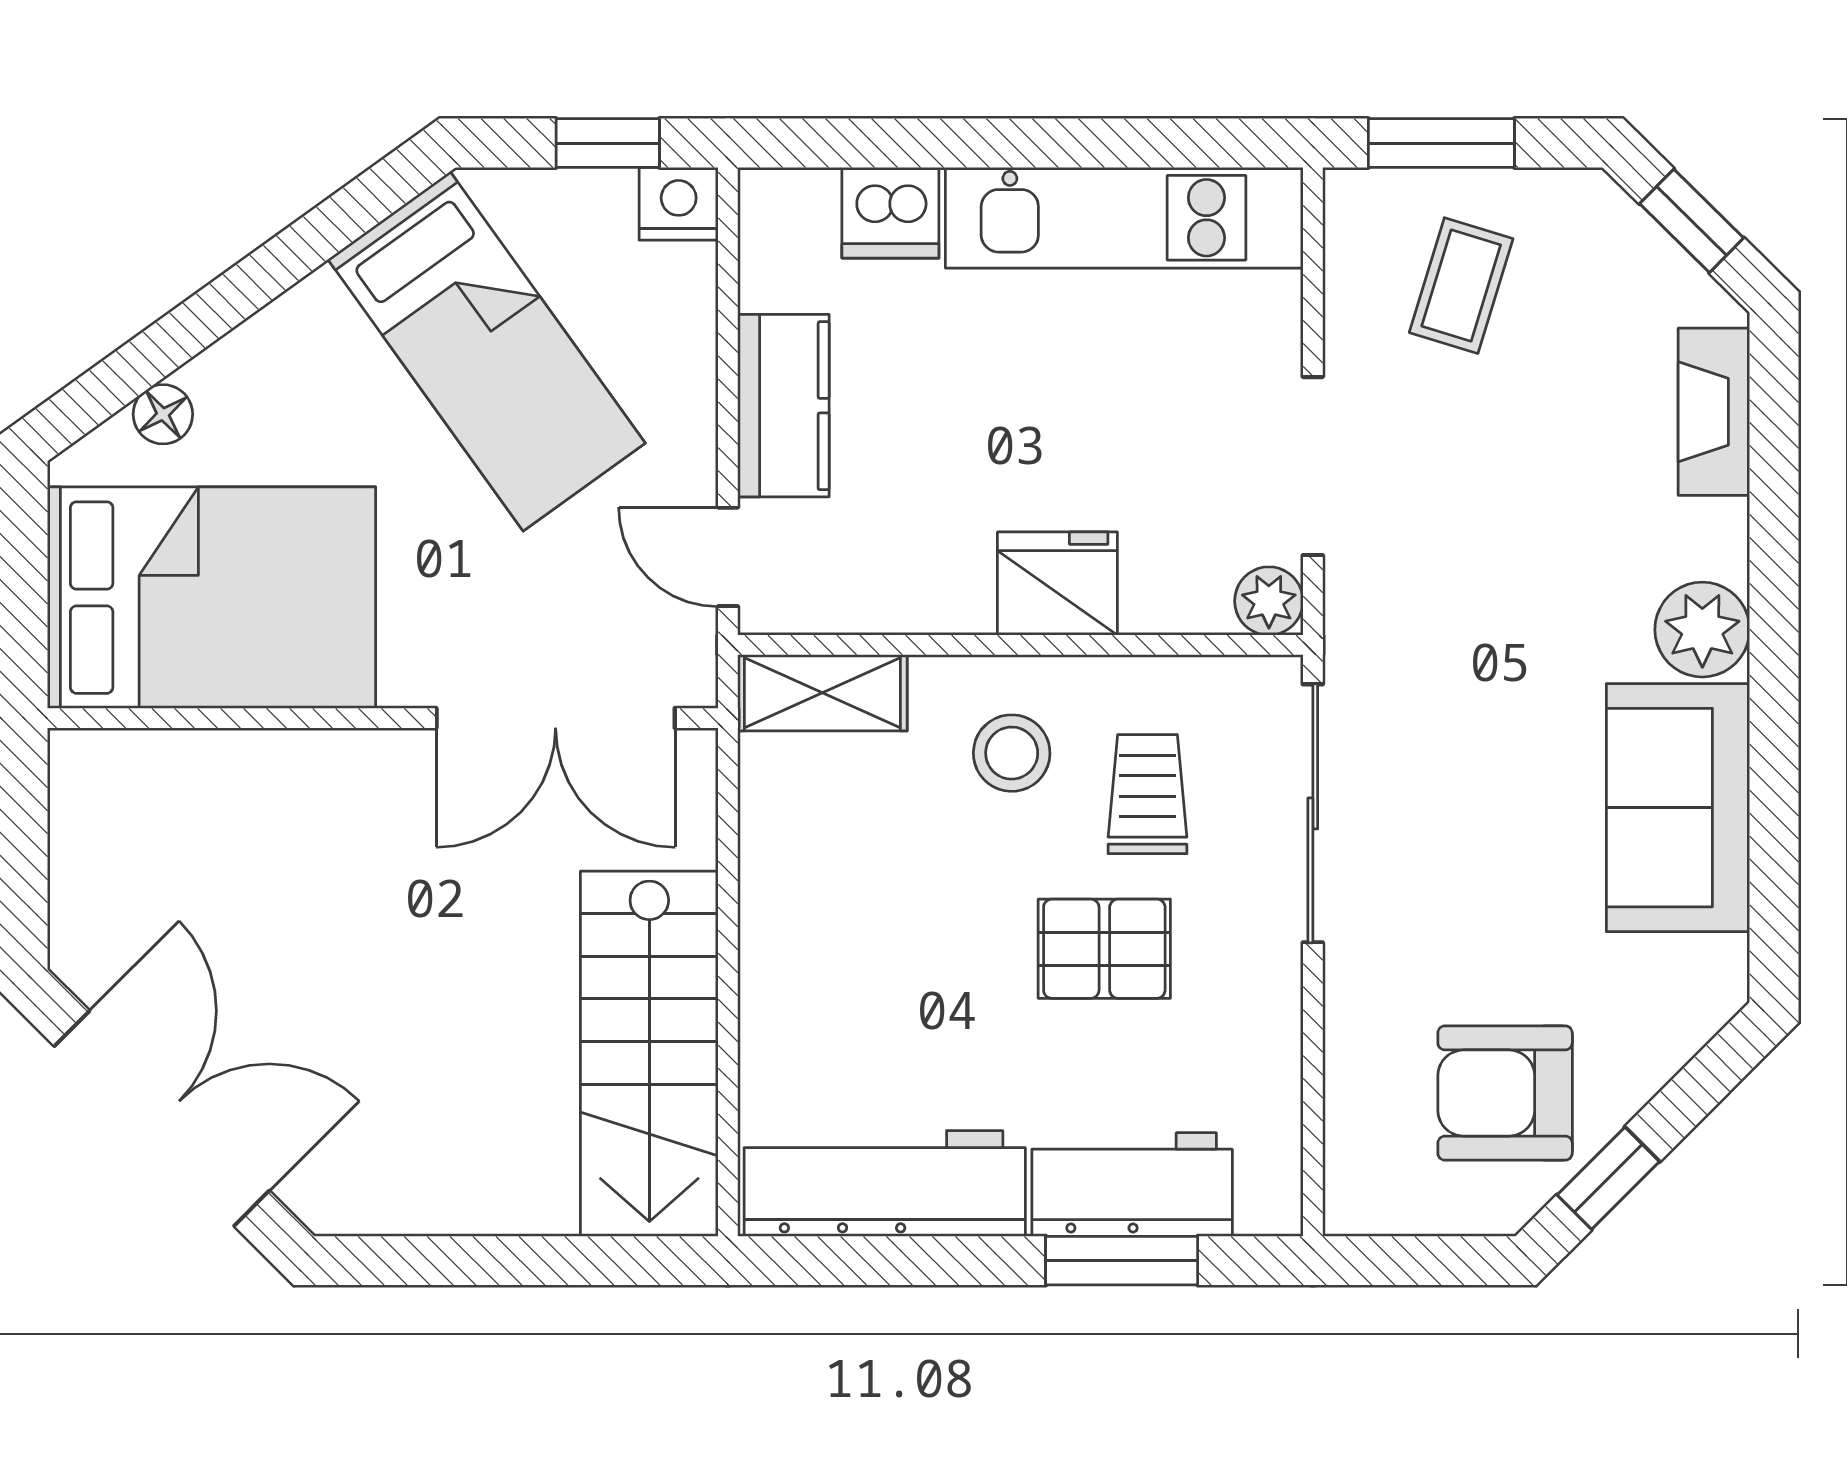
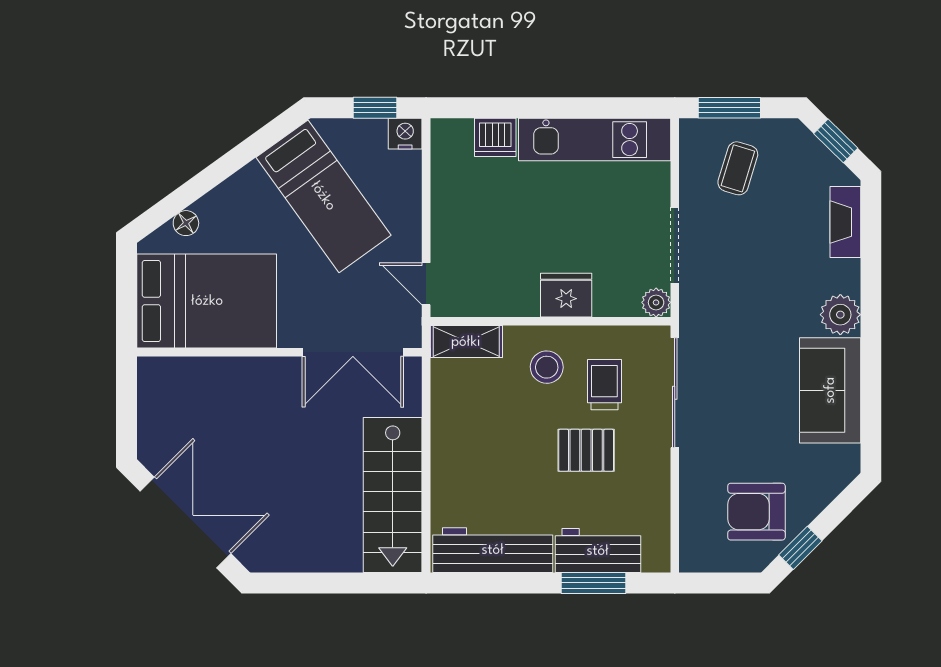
kitchen counter: (783, 406) -> (450, 219), removed

